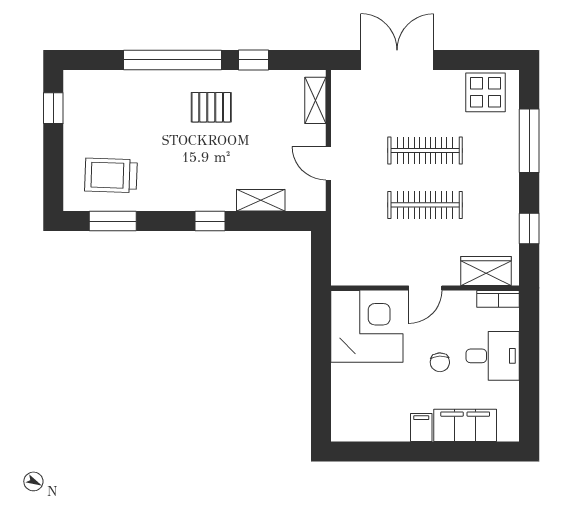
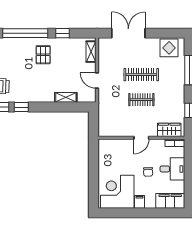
pallet: (211, 107) -> (43, 55), turned 90
clothes rail: (425, 205) -> (141, 100), width x0.73
window: (210, 221) -> (21, 107), moved
corner desk: (367, 326) -> (117, 192), moved, turned -90
filing cabinet: (465, 425) -> (170, 201), moved

